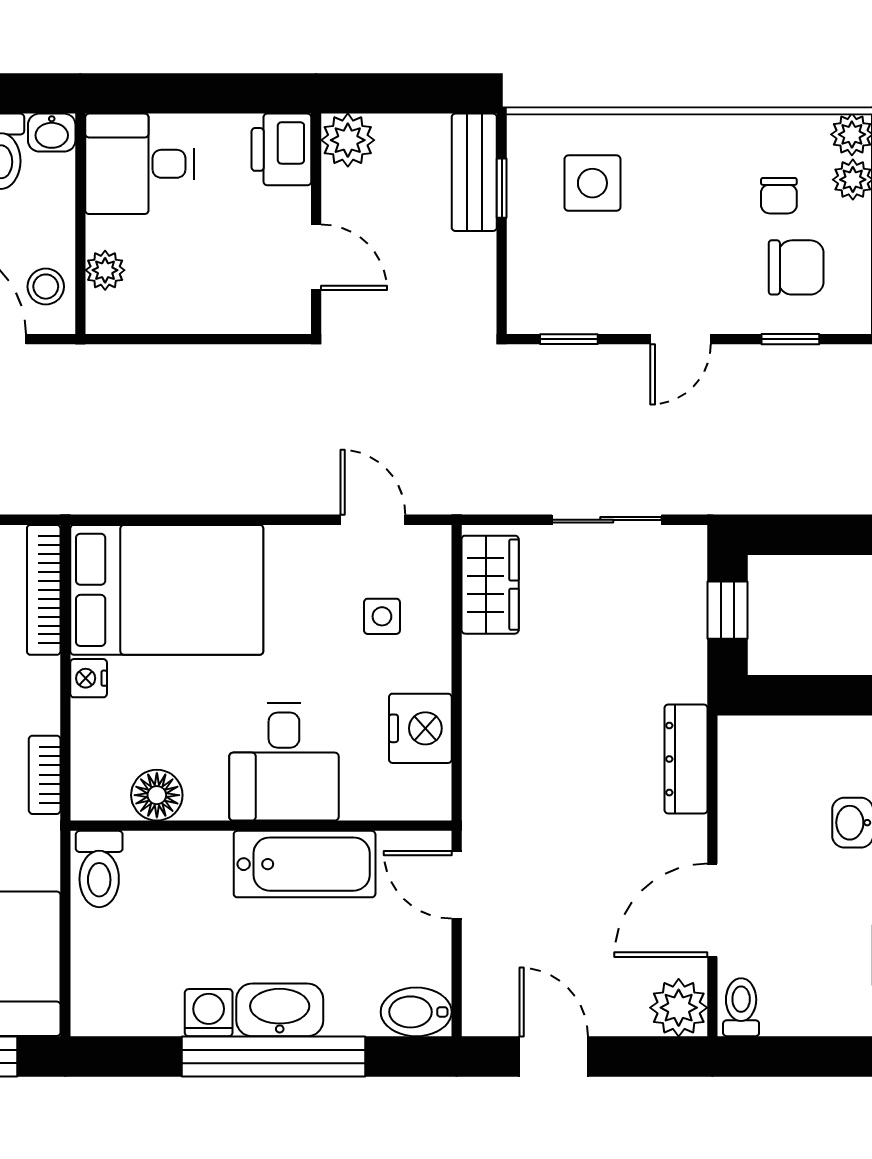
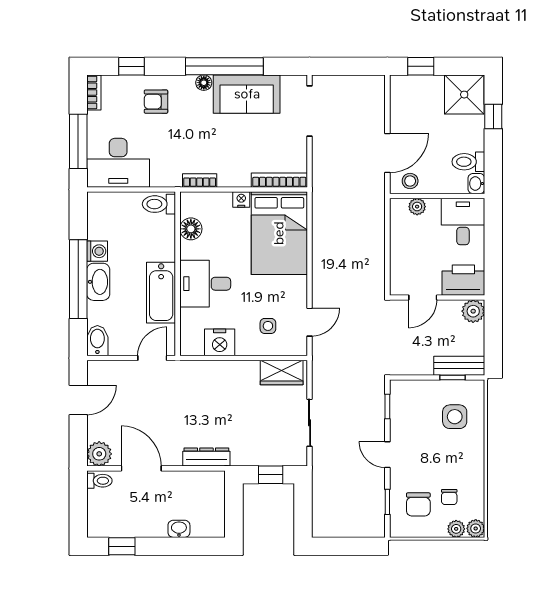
printer: (281, 149) -> (463, 280), width x1.37, depth x1.19
chair: (779, 196) -> (449, 497), turned -90

